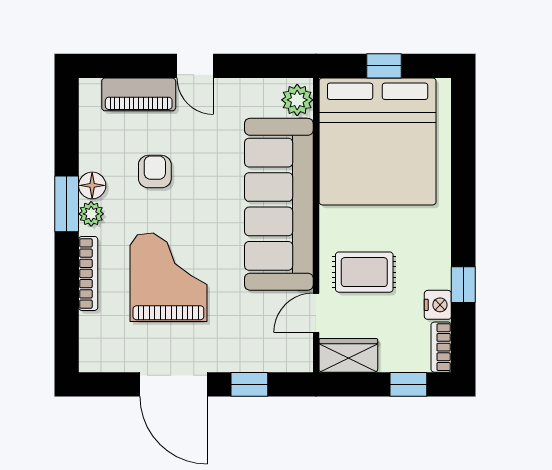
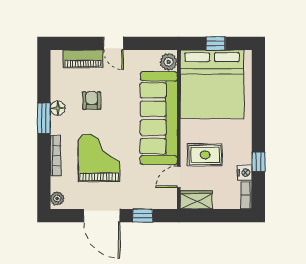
plant: (91, 214) -> (57, 199), moved
window: (408, 384) -> (229, 216), removed

